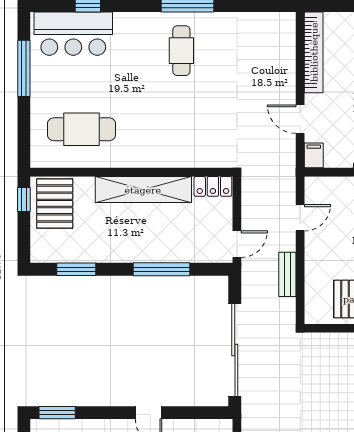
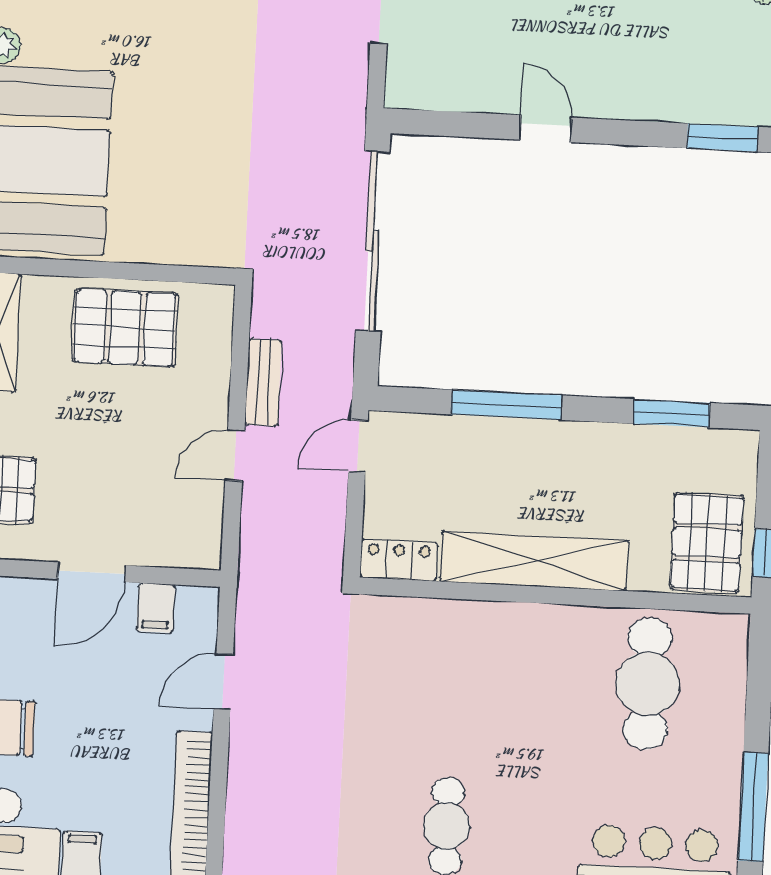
door: (300, 119) -> (223, 682), swing flipped
cafe table: (82, 129) -> (648, 684), turned 90
filing cabinet: (314, 155) -> (156, 608), moved
door: (300, 218) -> (235, 455), moved

